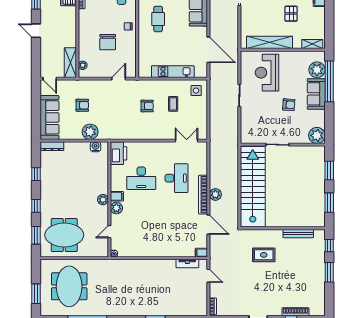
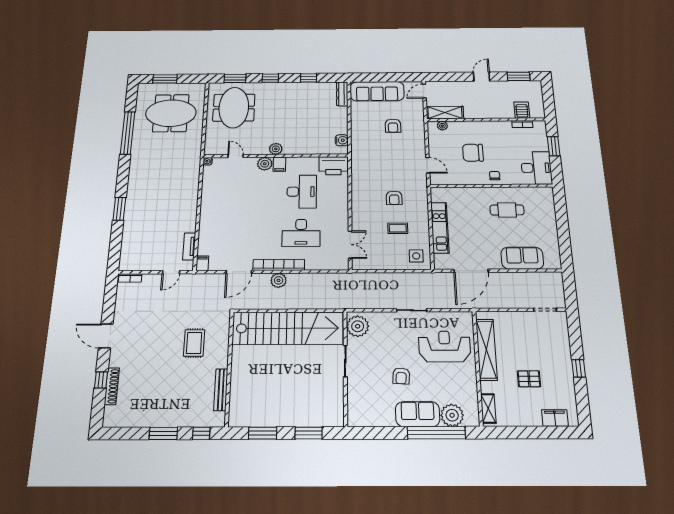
plant: (90, 132) -> (360, 134), removed
plant: (317, 135) -> (358, 326), moved
desk: (141, 178) -> (302, 192), turned 180

